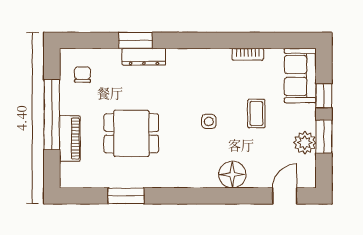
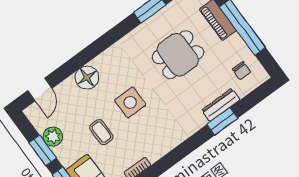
dresser: (144, 57) -> (221, 105), moved
side table: (209, 121) -> (130, 102), width x1.87, depth x1.87

